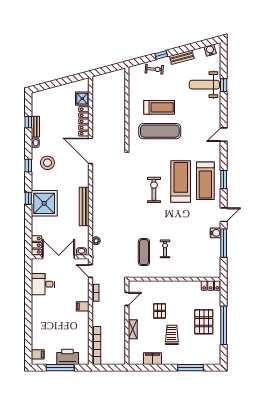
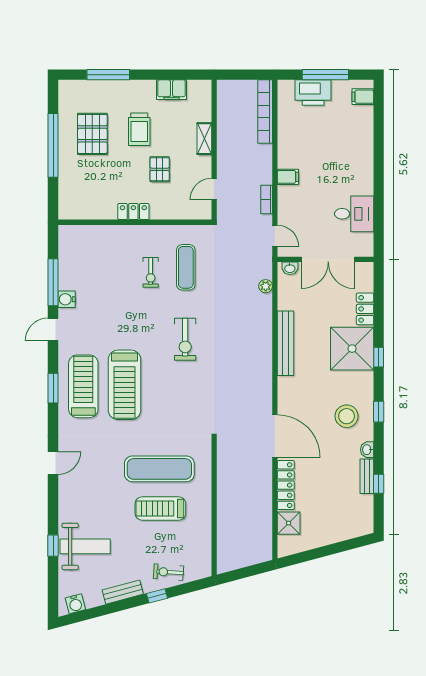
exercise bike: (154, 190) -> (185, 339), moved
locker: (36, 245) -> (365, 309), moved
locker: (211, 286) -> (133, 211), moved
pallet: (204, 322) -> (92, 134), moved

